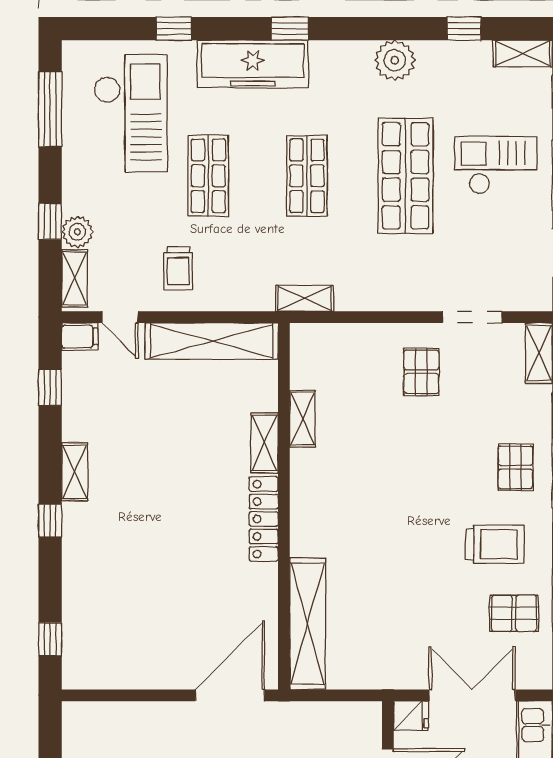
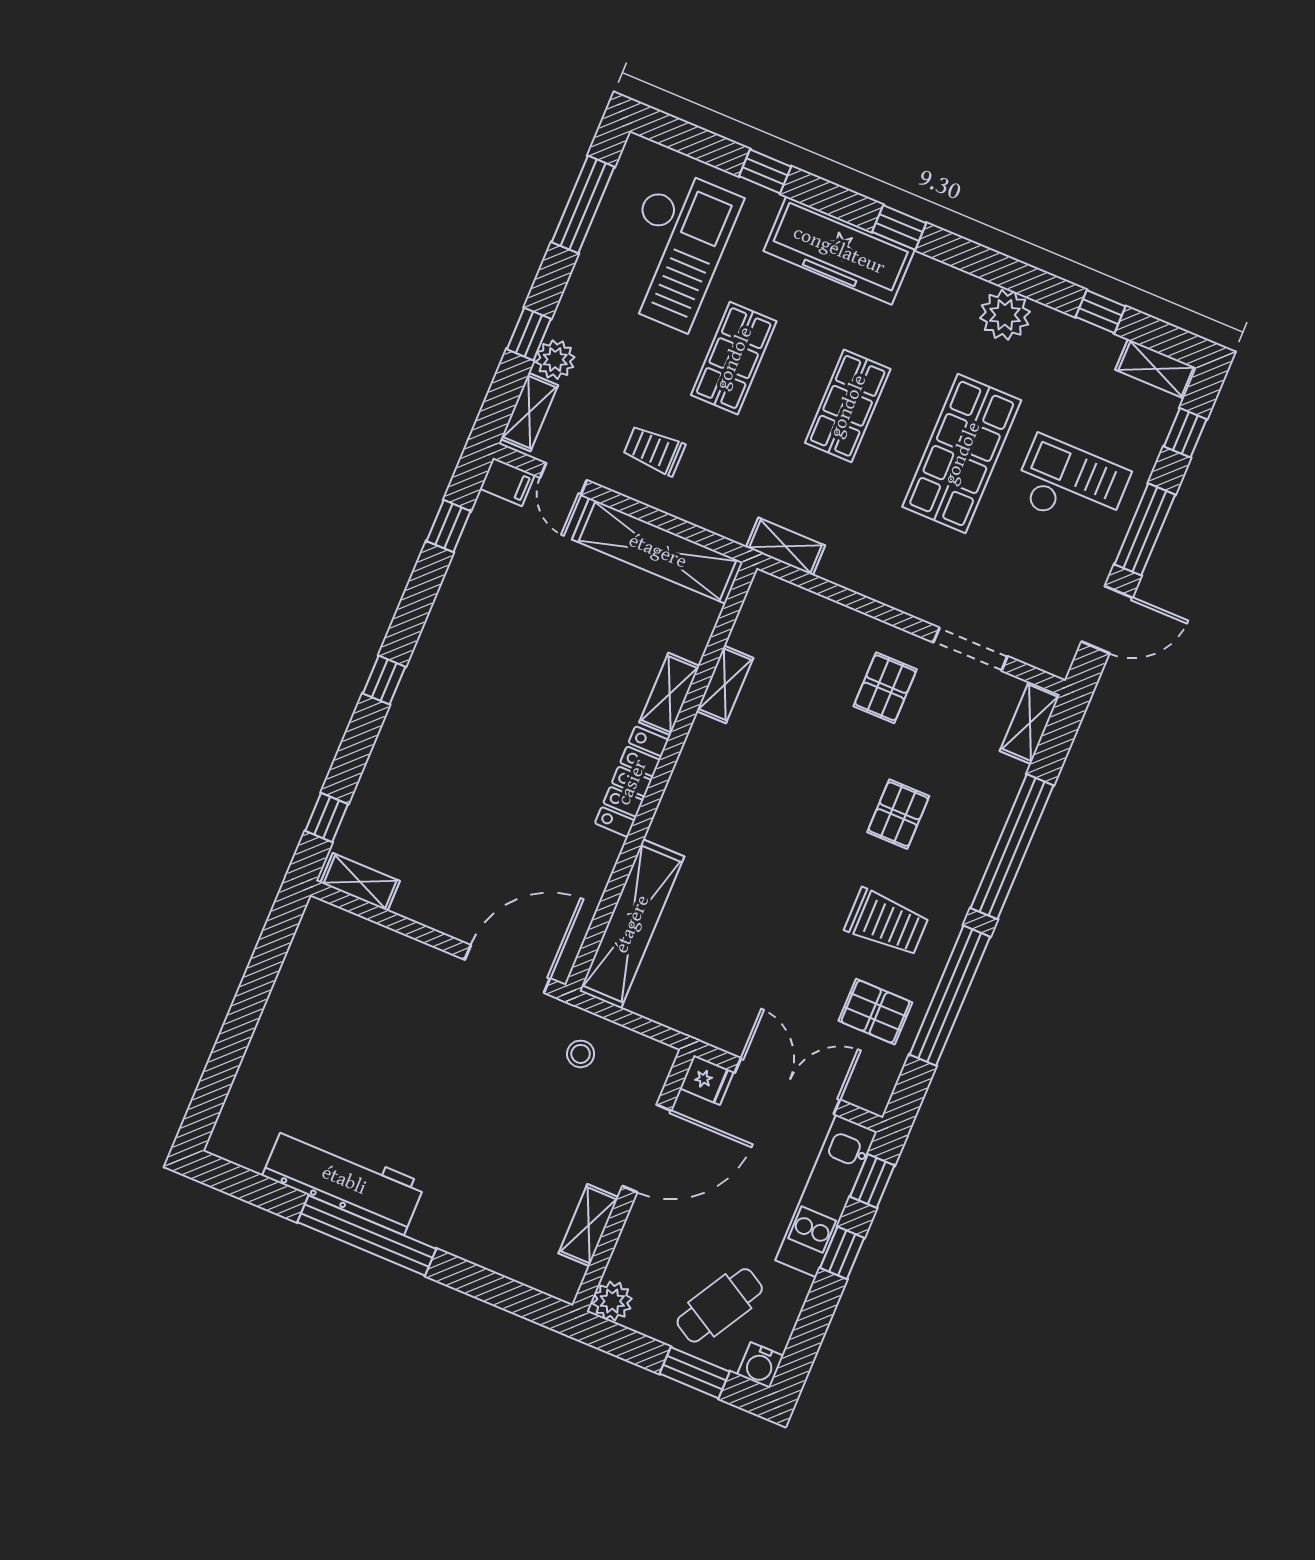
trolley: (178, 268) -> (654, 450), turned 90
pallet: (516, 467) -> (898, 814), moved
shelving: (75, 472) -> (360, 882), moved, turned 90
stool: (310, 735) -> (581, 1054), added

